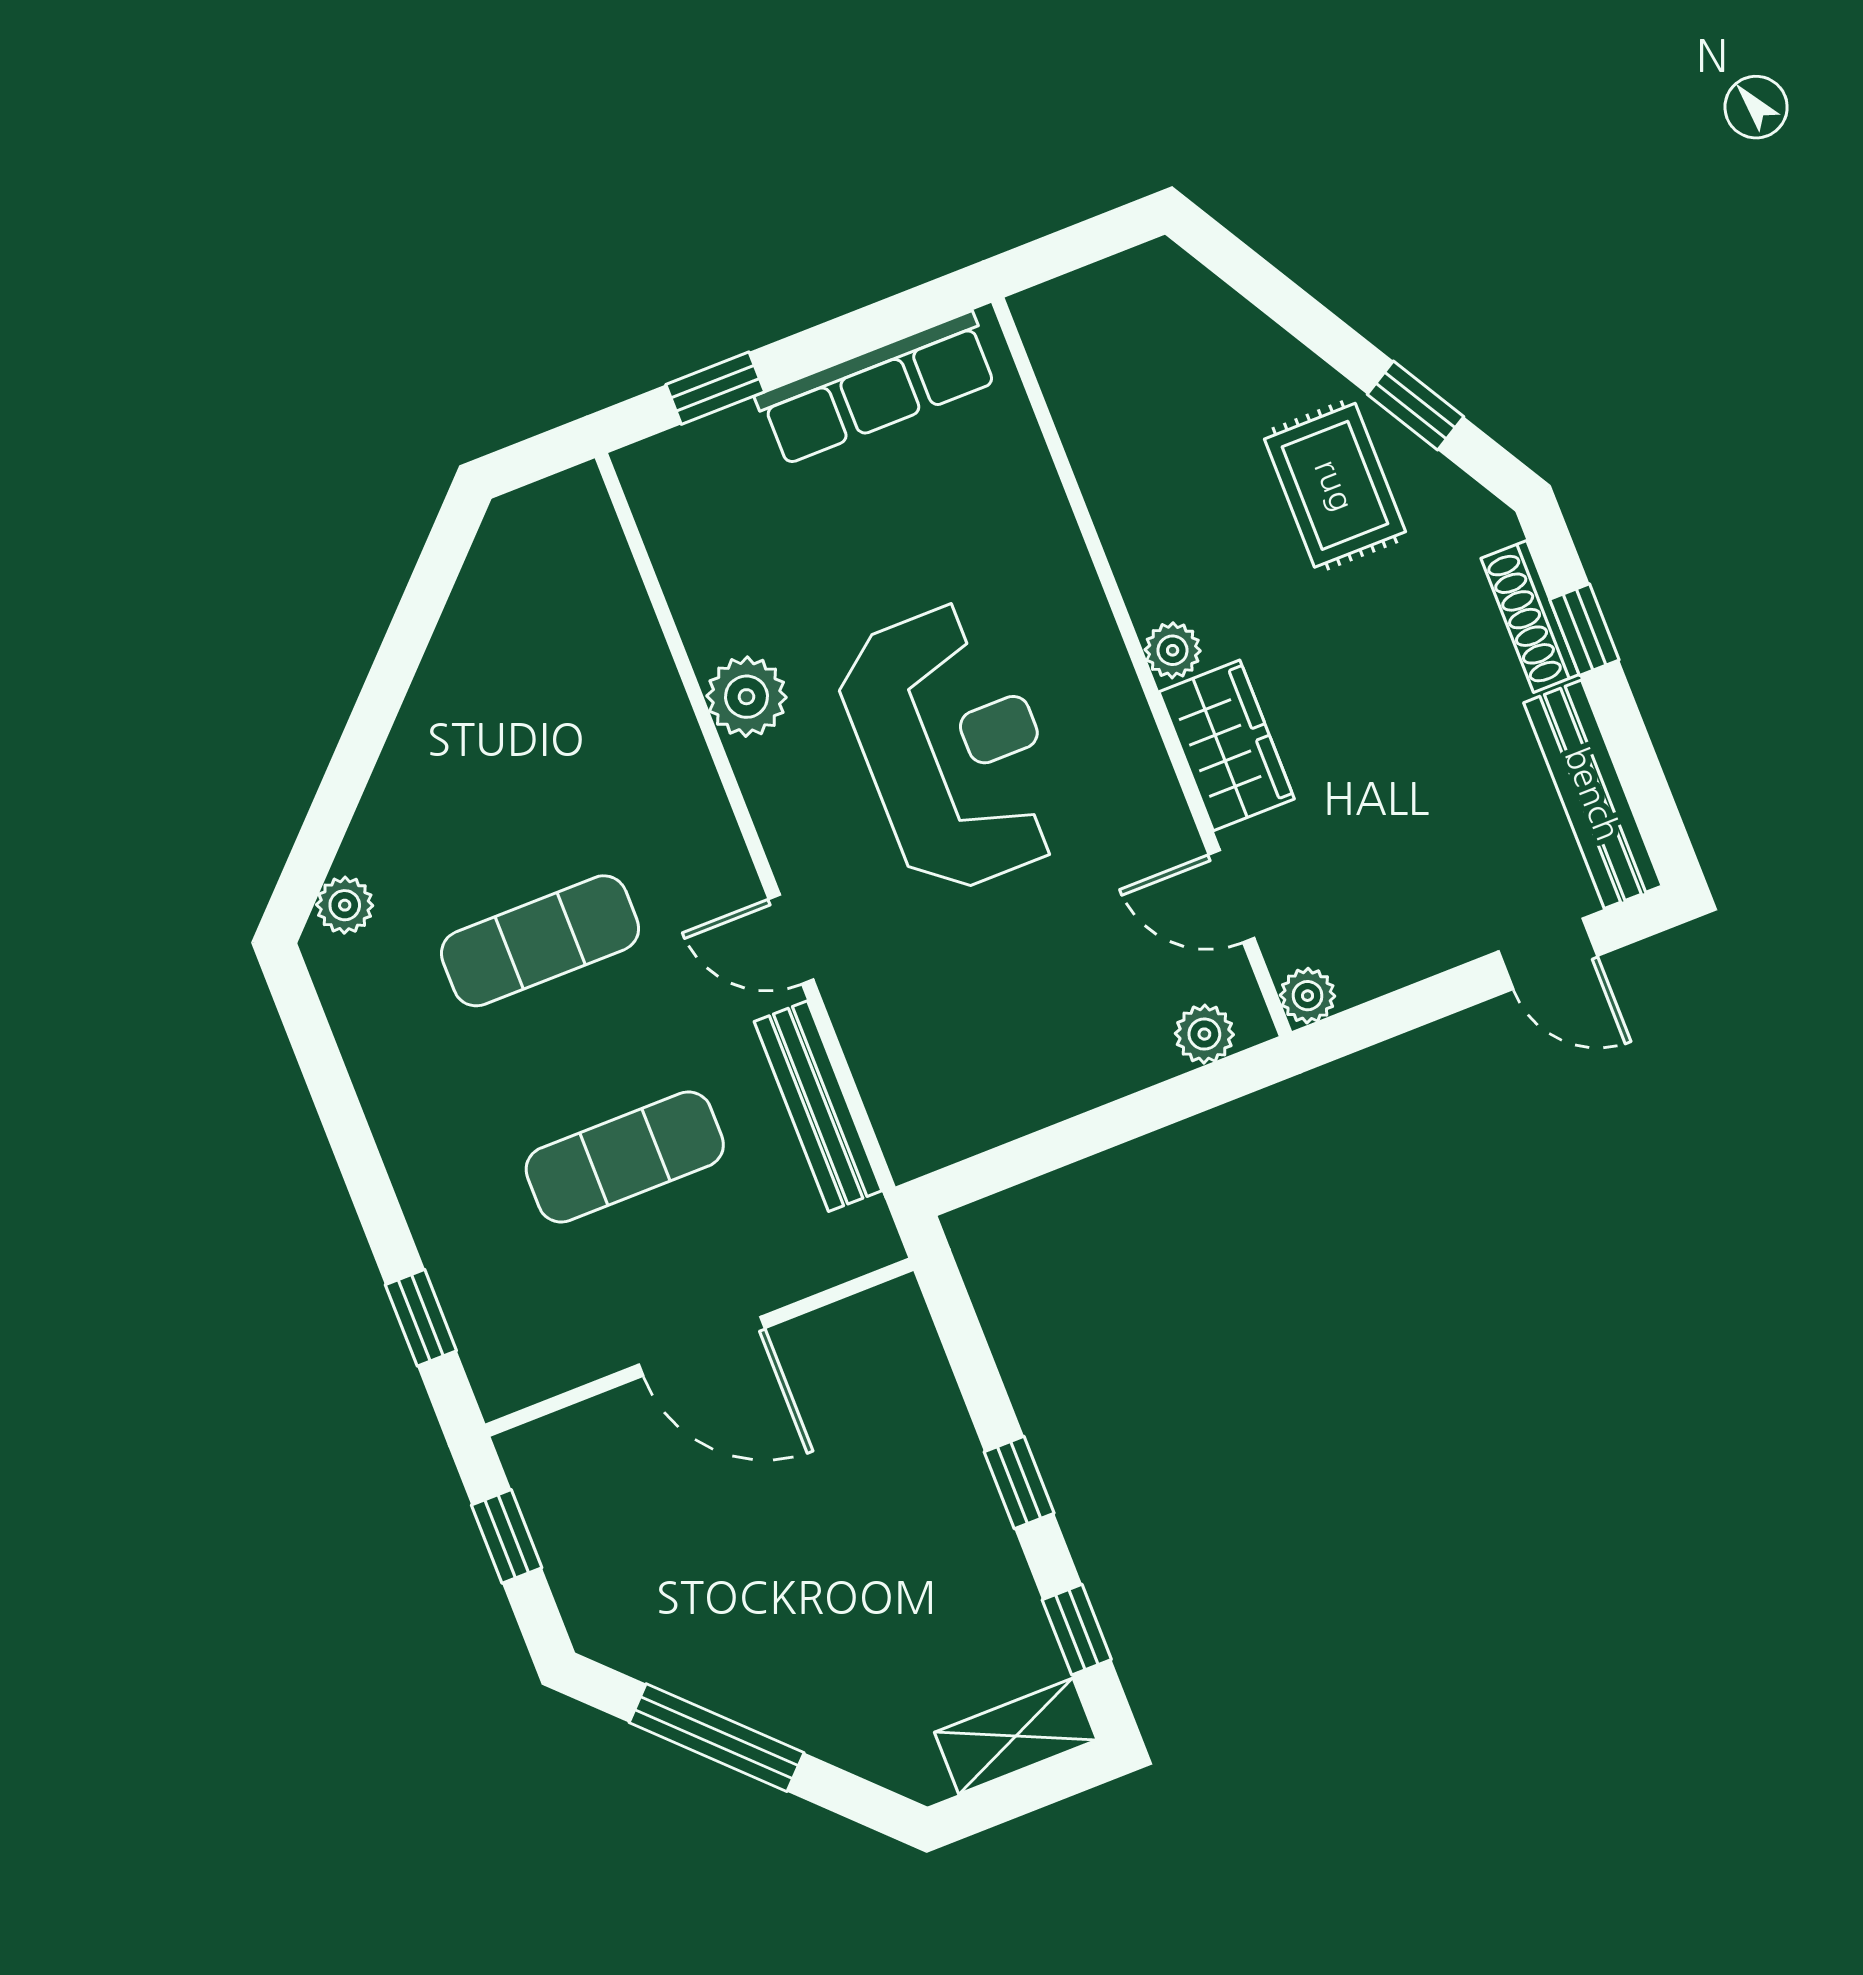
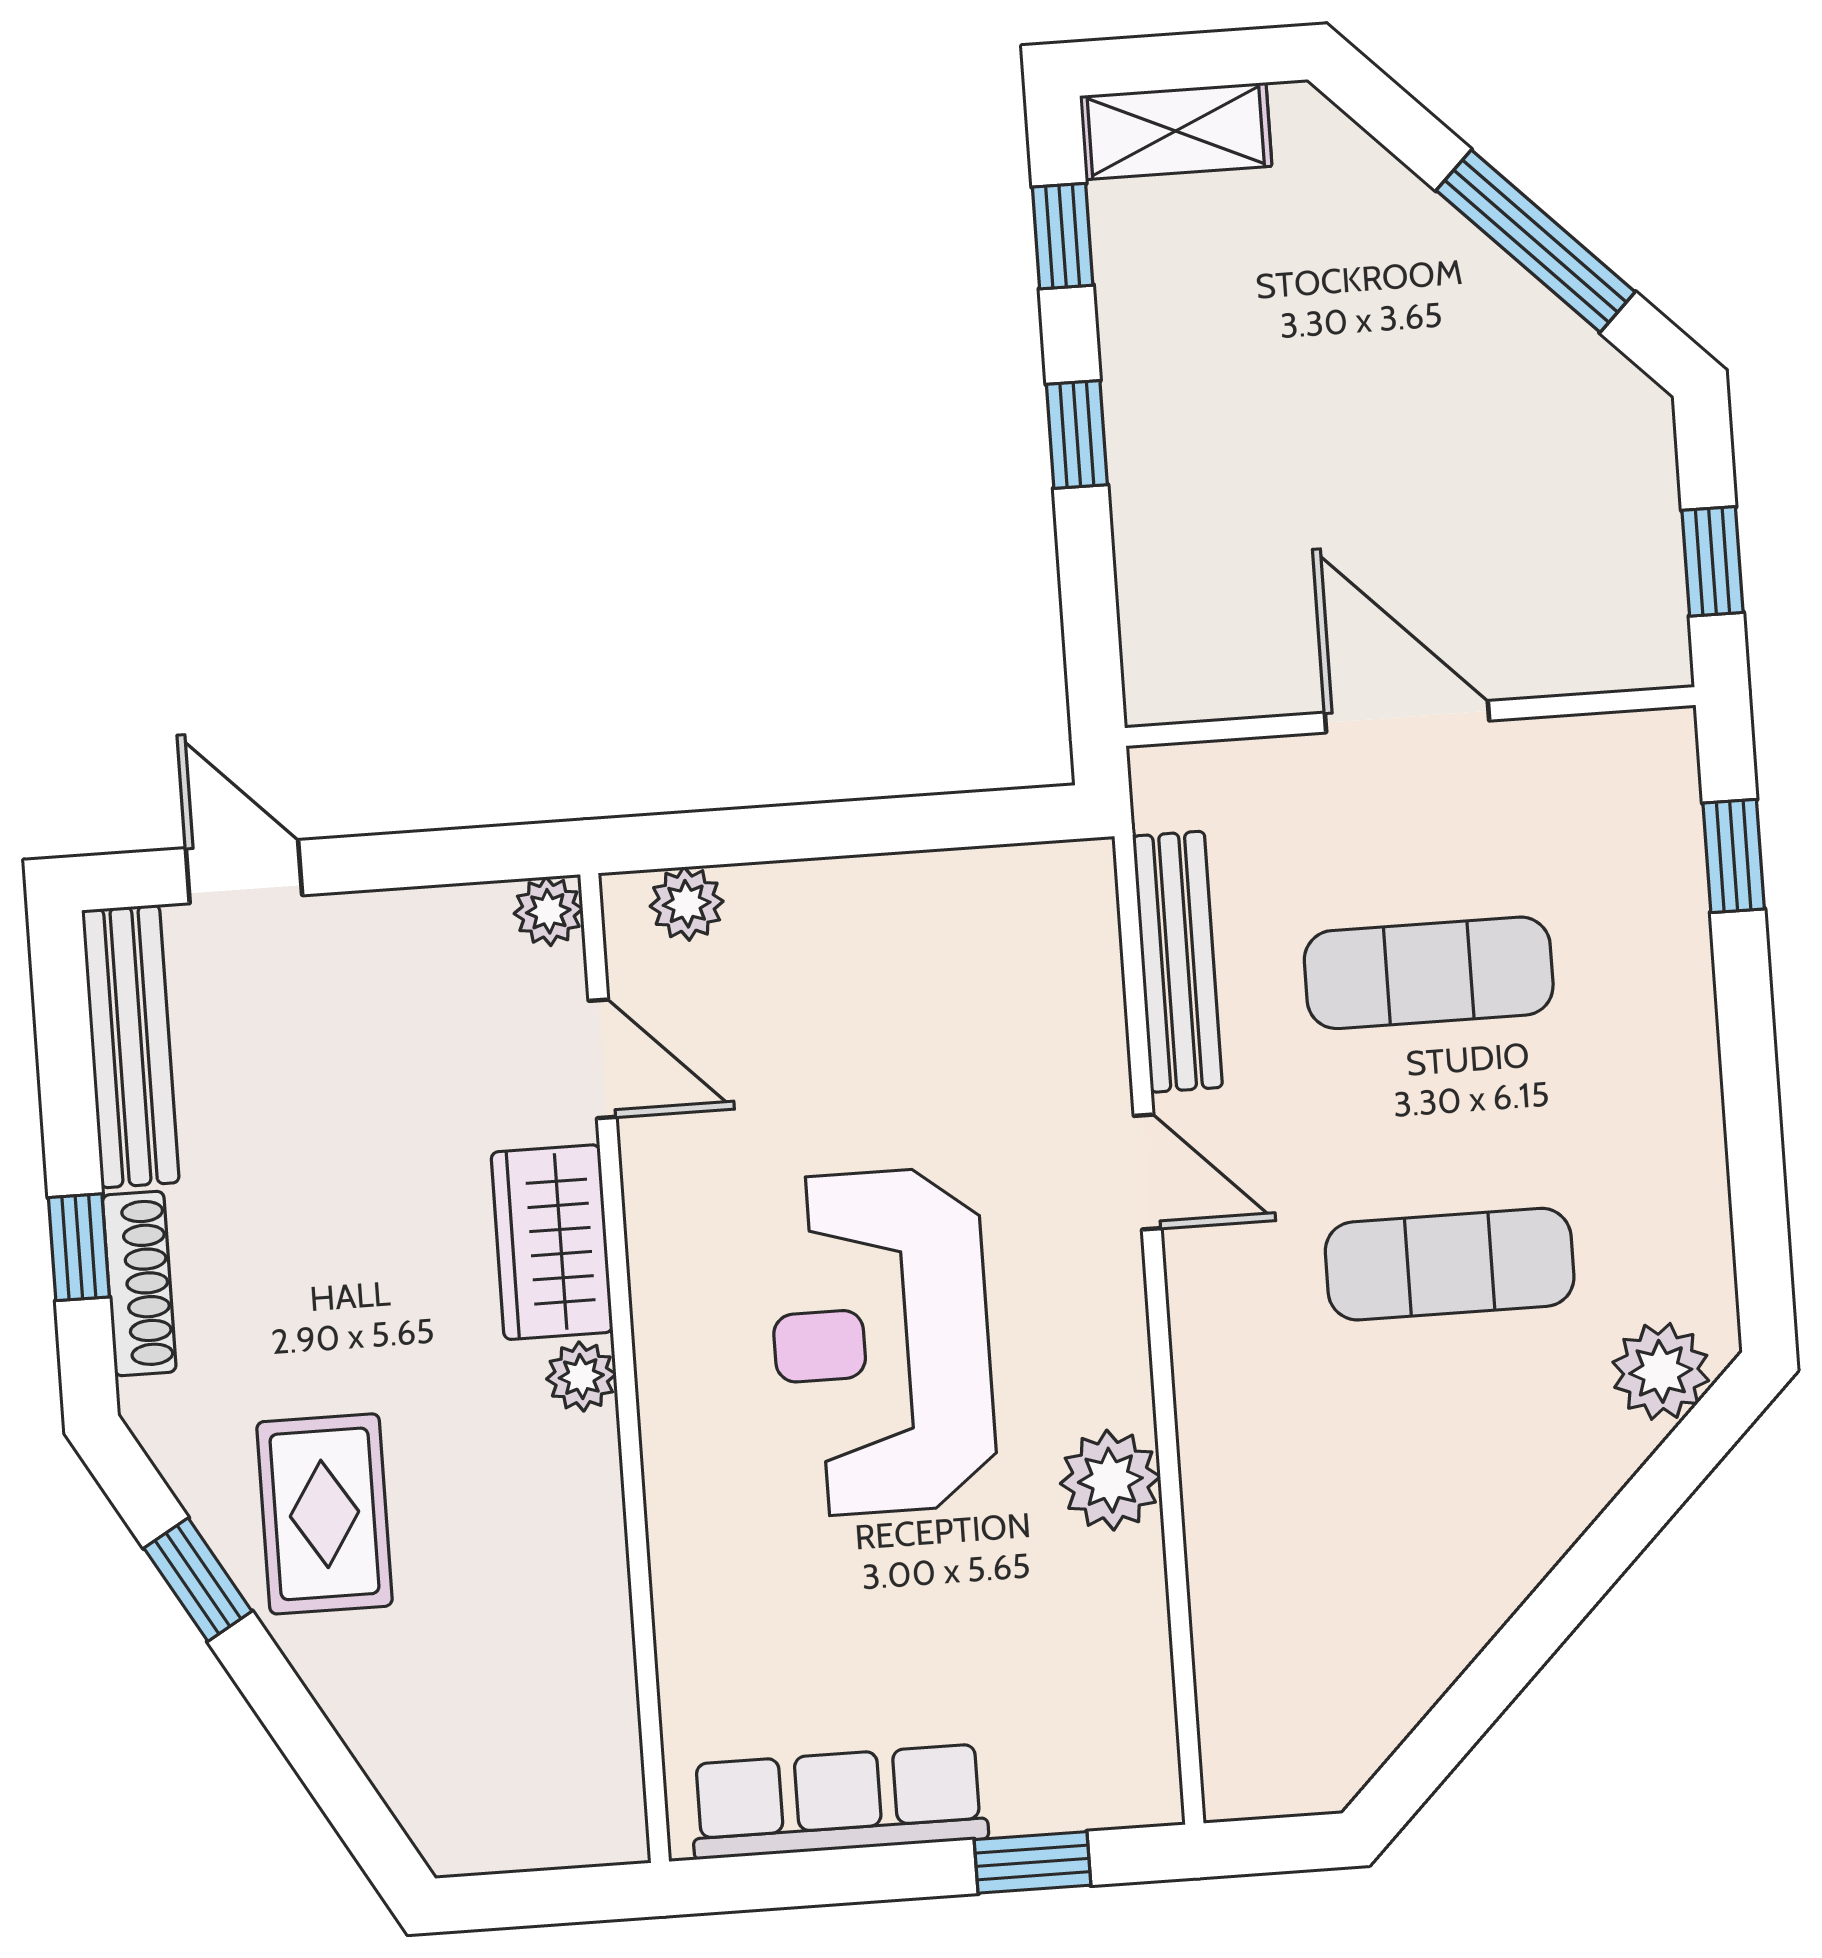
plant: (345, 905) -> (1661, 1371), width x1.38, depth x1.38

